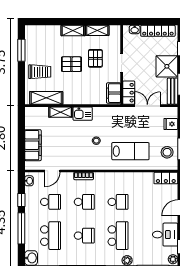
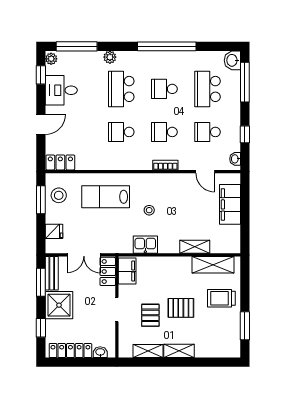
kitchen sink: (83, 114) -> (145, 245), moved
door: (52, 171) -> (205, 172), swing flipped
window: (21, 228) -> (245, 82), moved

